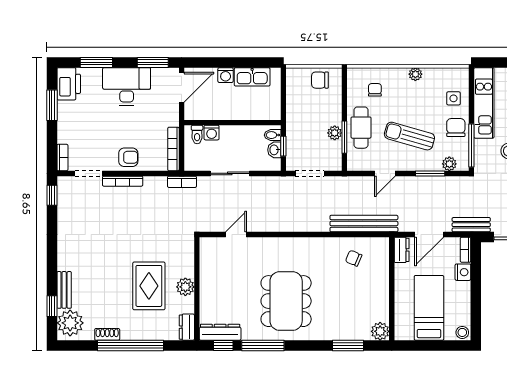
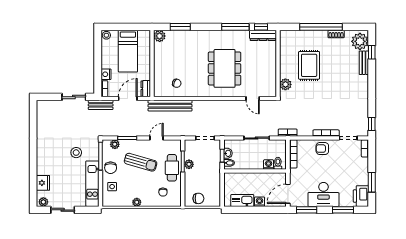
door: (236, 234) -> (253, 99), hinge flipped
plant: (185, 287) -> (285, 84), moved
dining table: (286, 301) -> (225, 68), moved
dresser: (187, 327) -> (284, 39), removed

